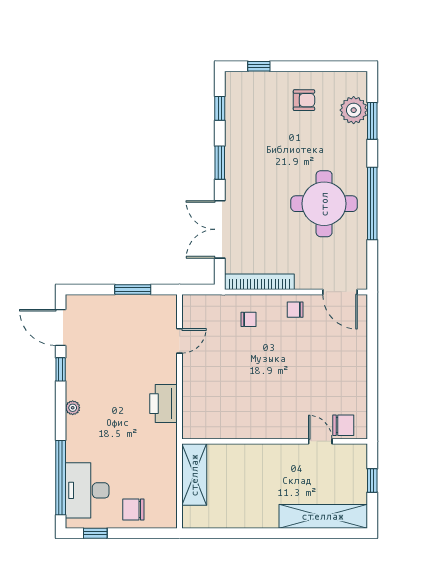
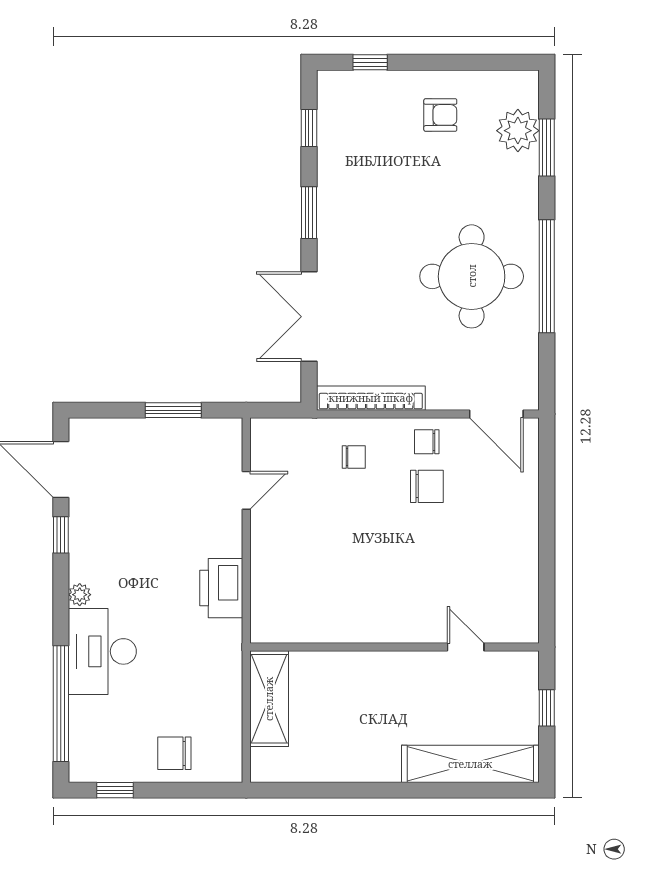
chair: (343, 425) -> (427, 486), moved
desk: (87, 490) -> (102, 651), moved

